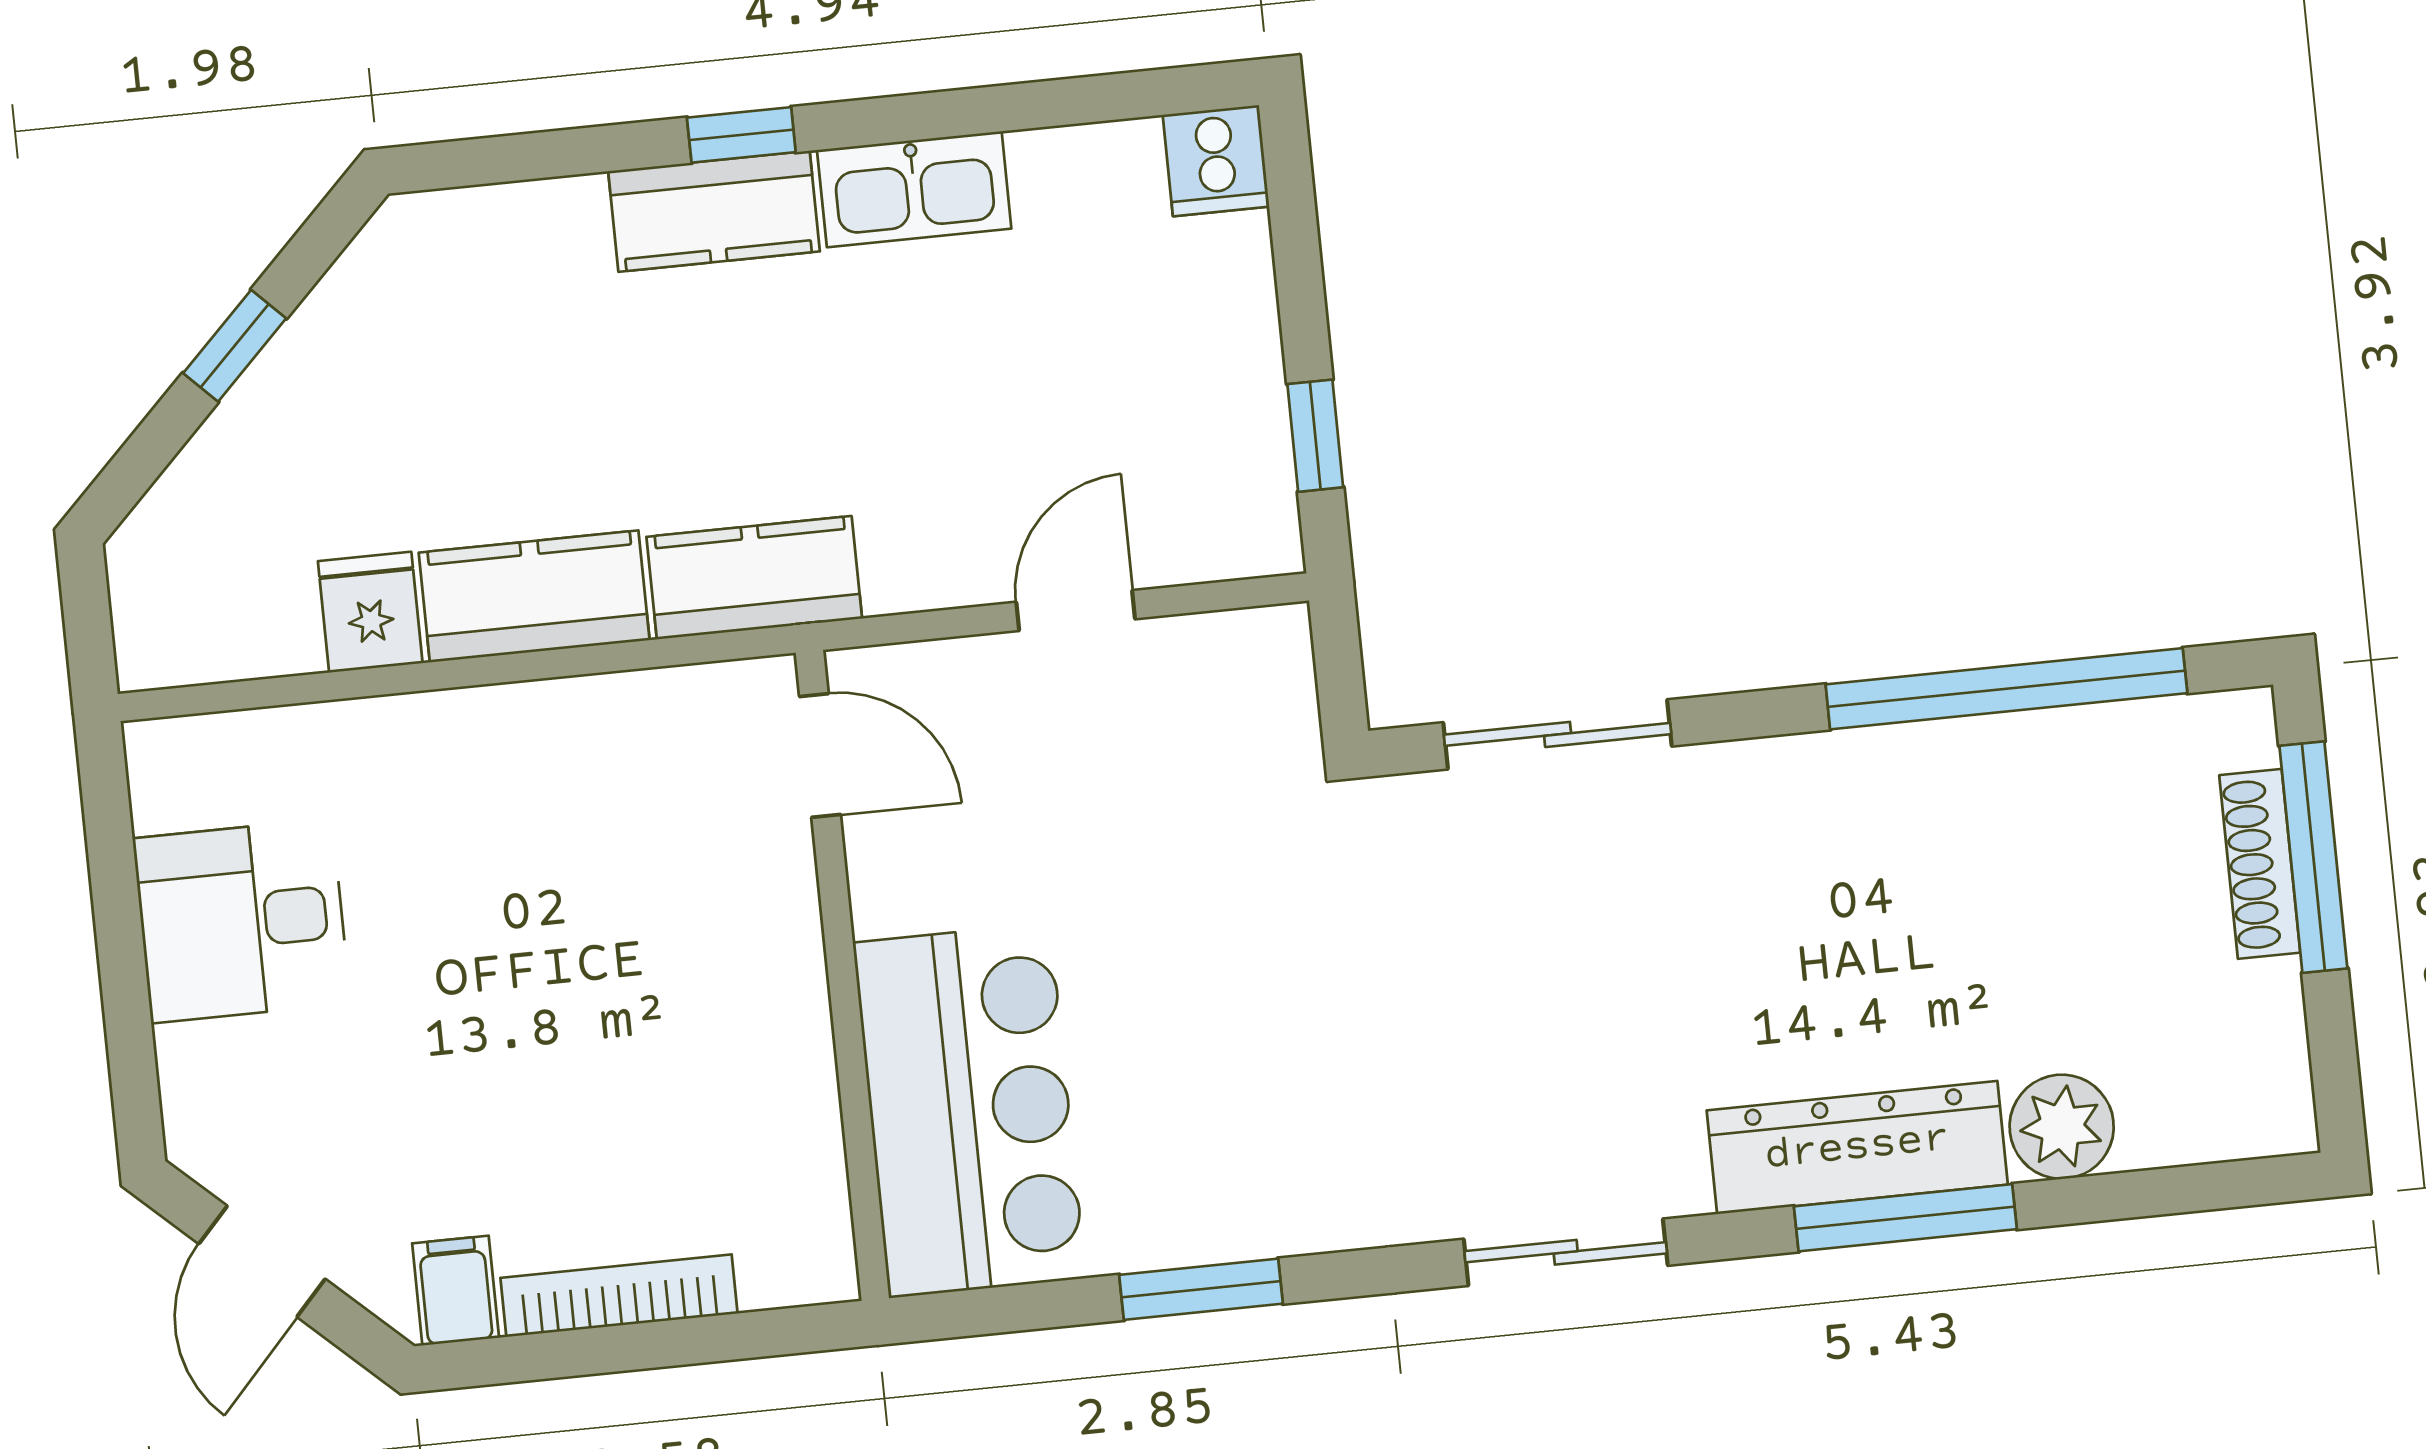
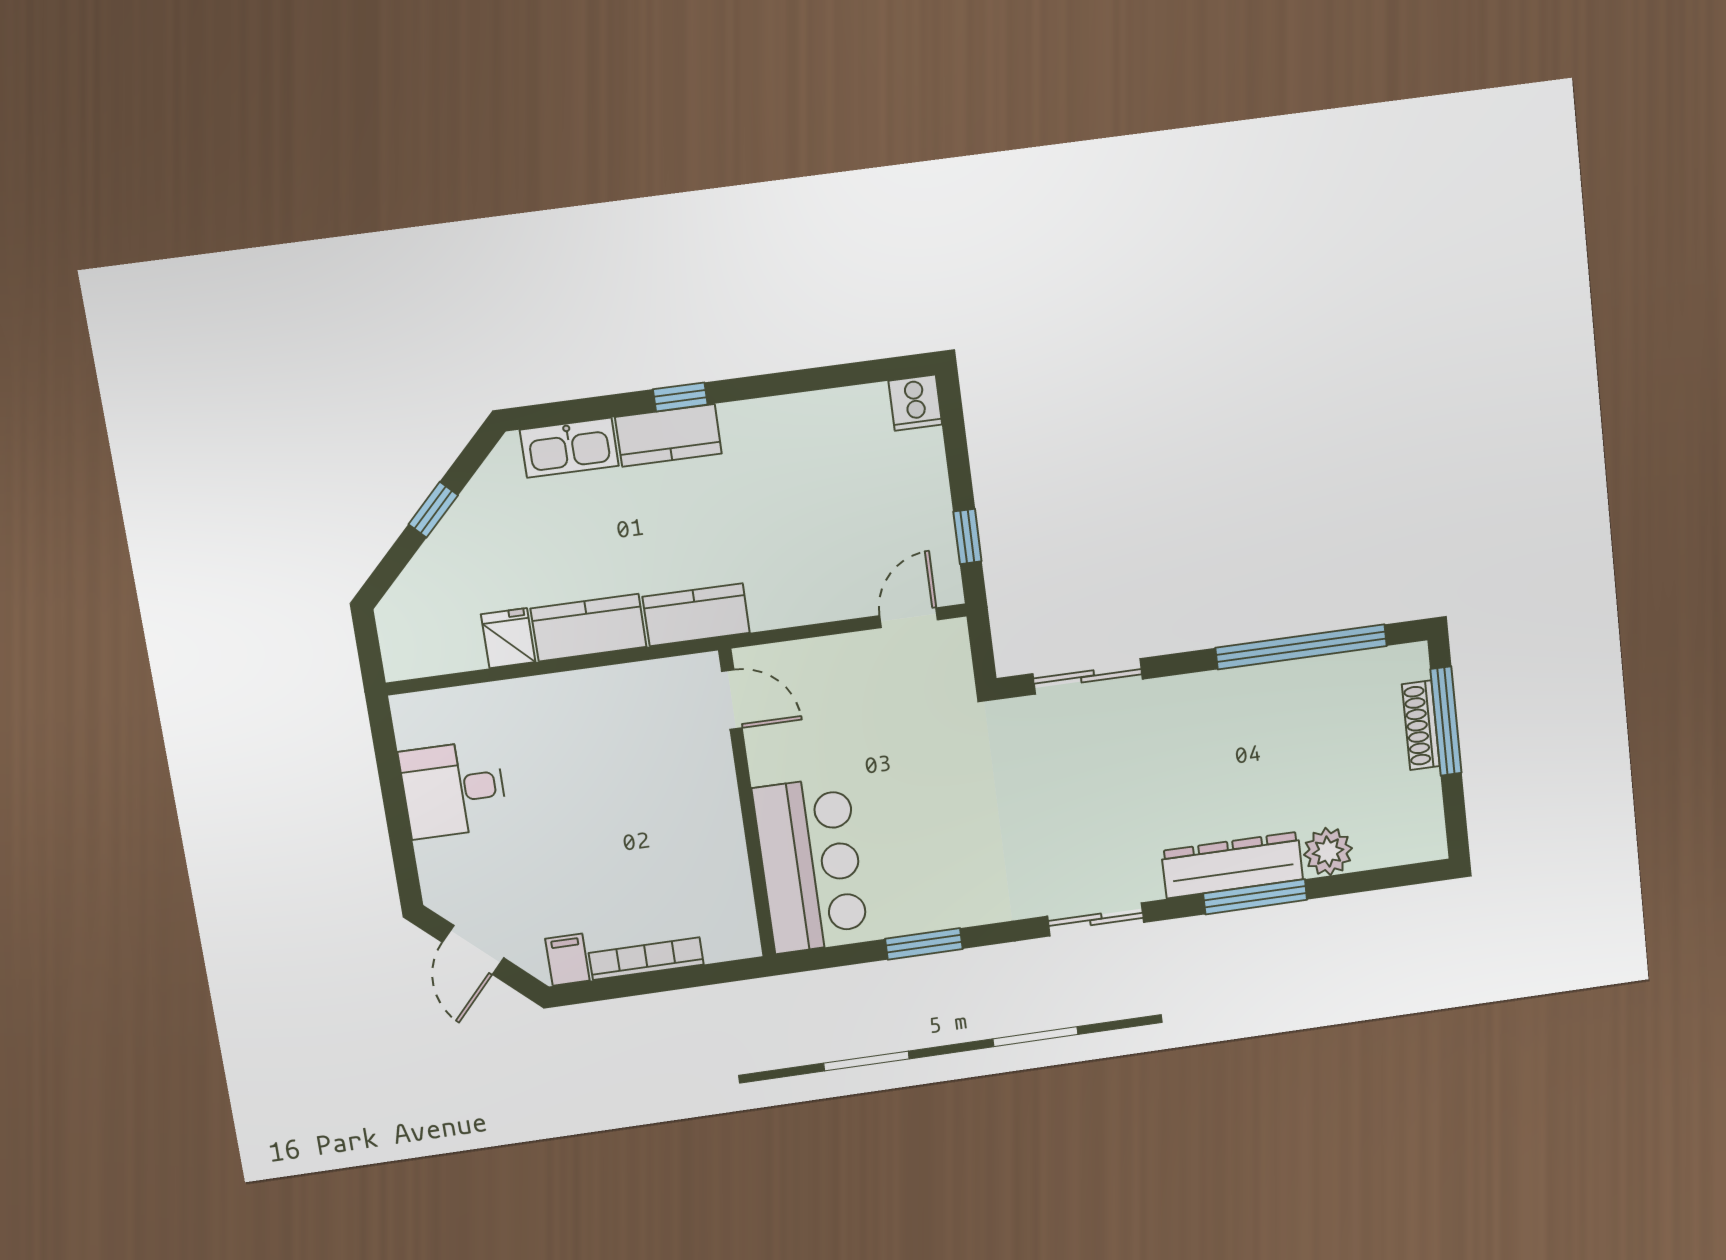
kitchen sink: (914, 189) -> (569, 448), moved
door: (1076, 610) -> (909, 618), moved

